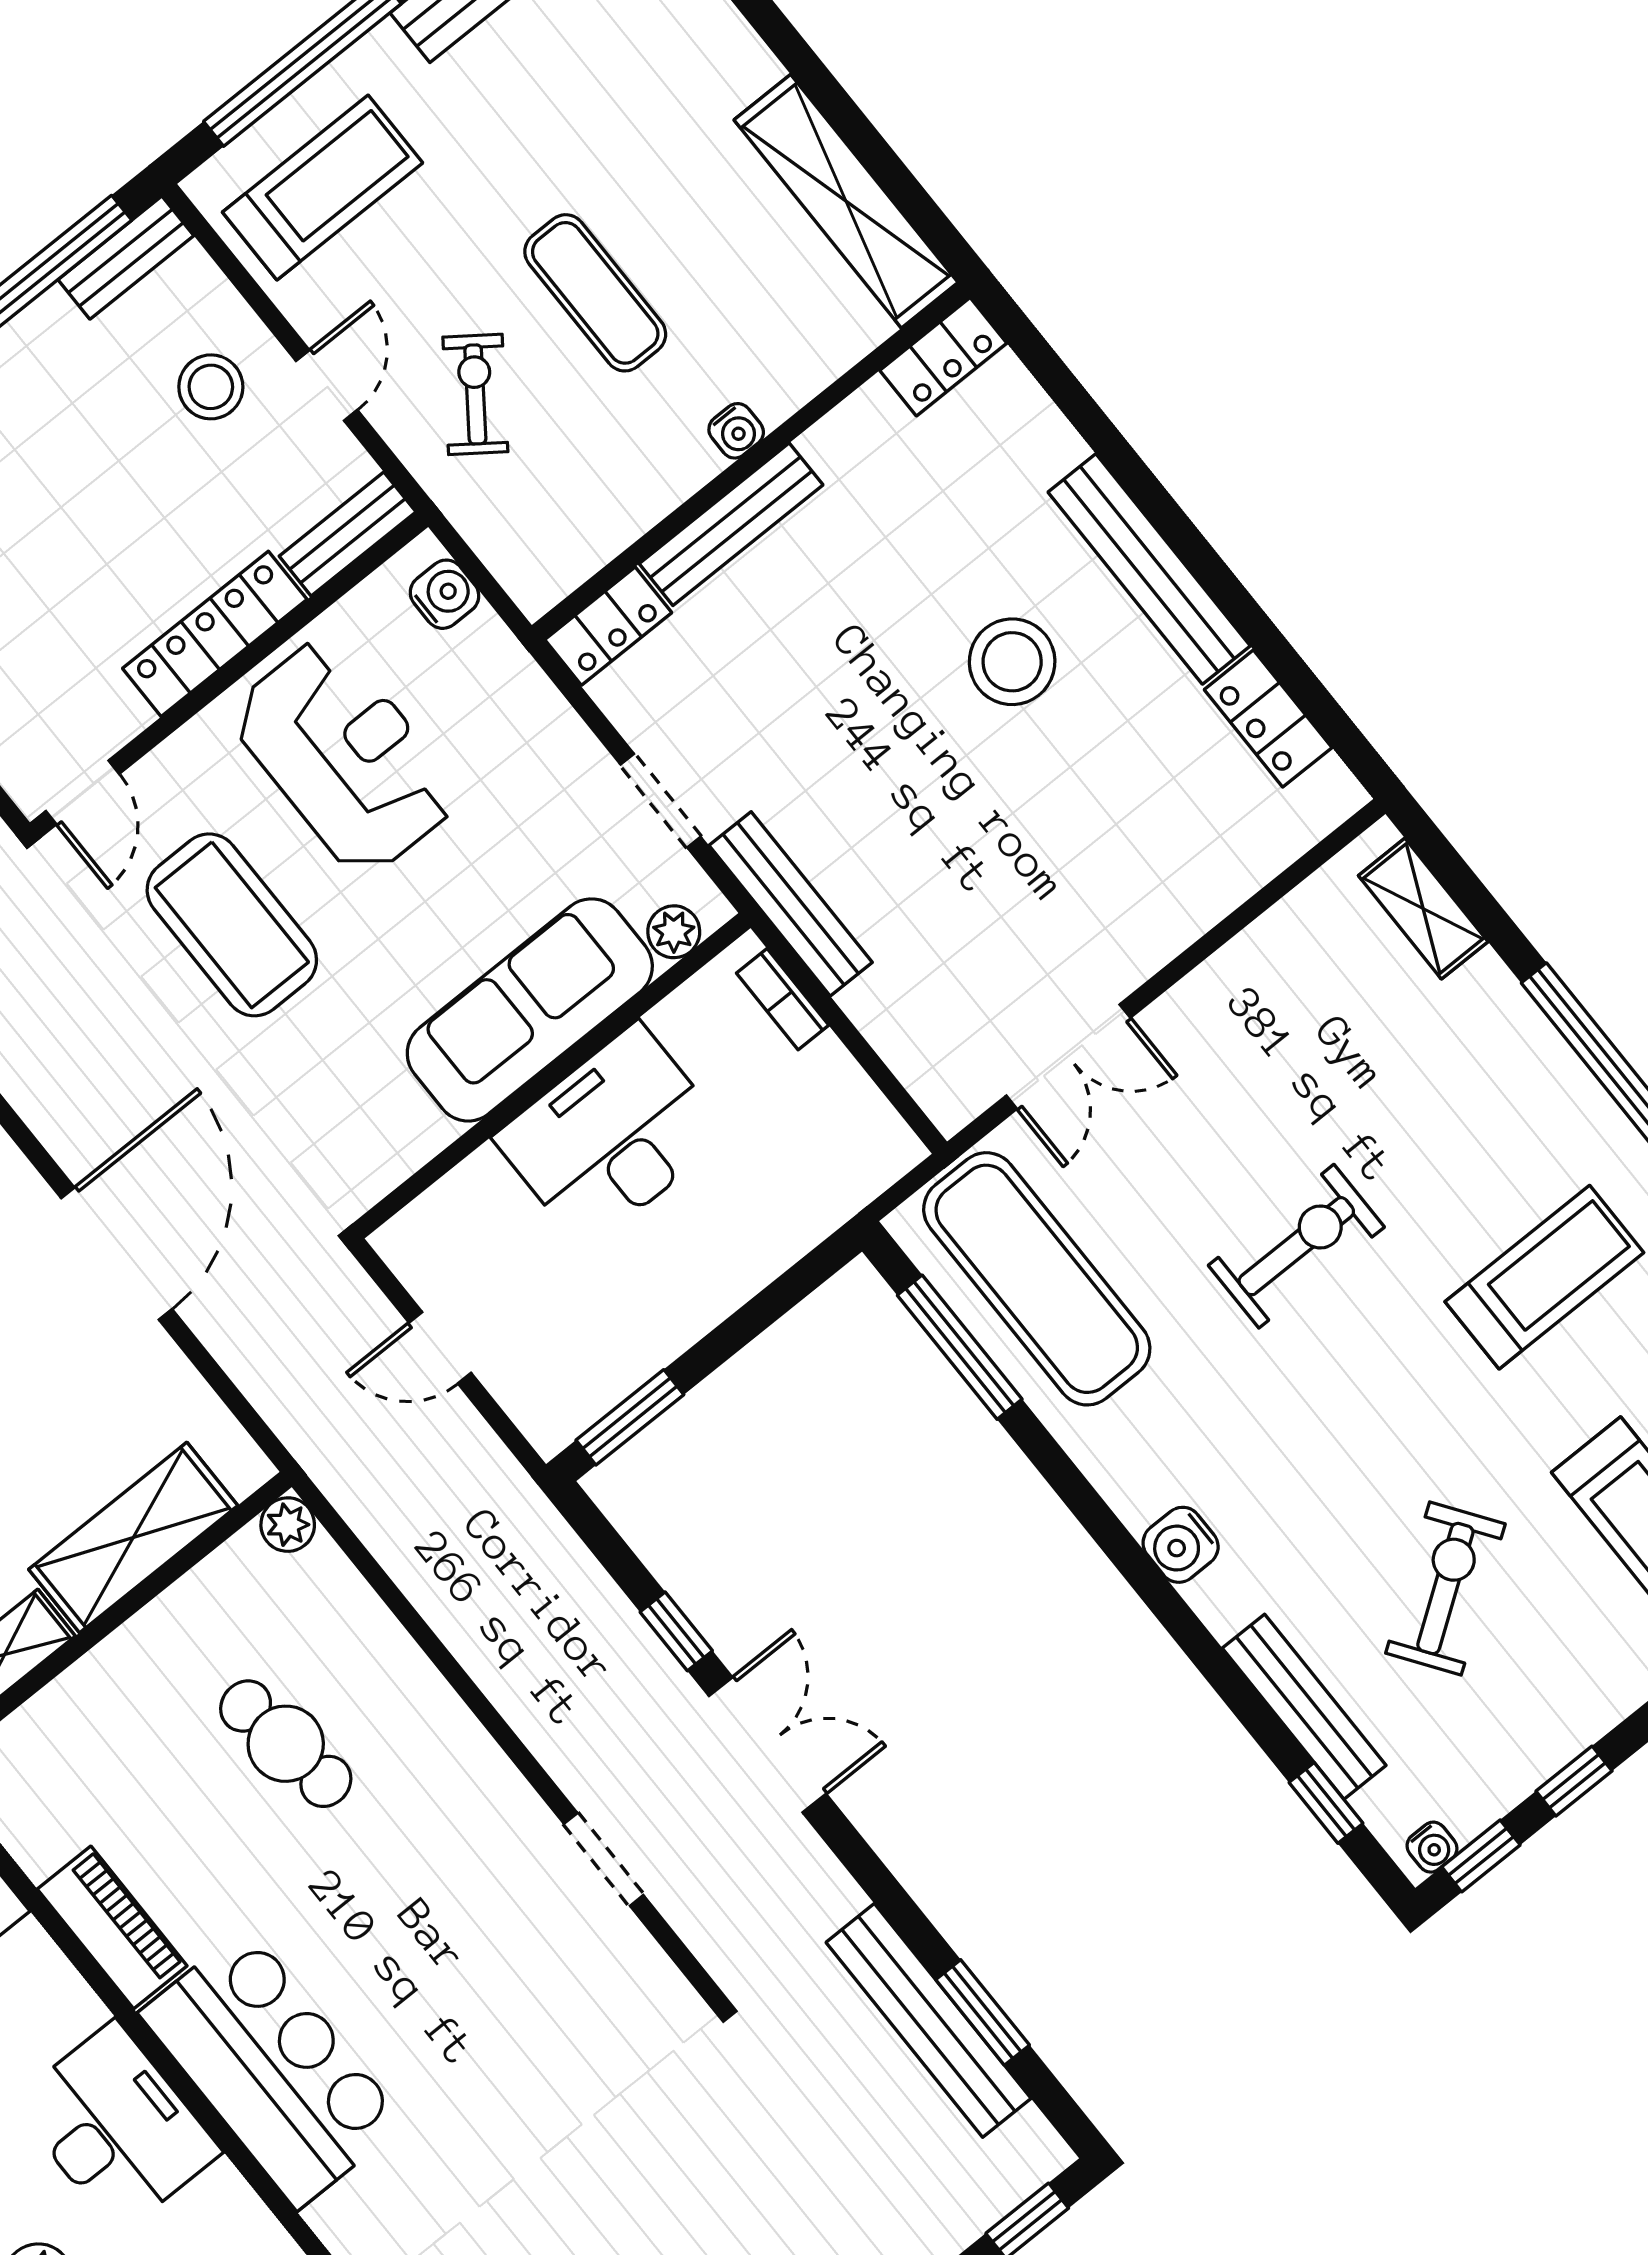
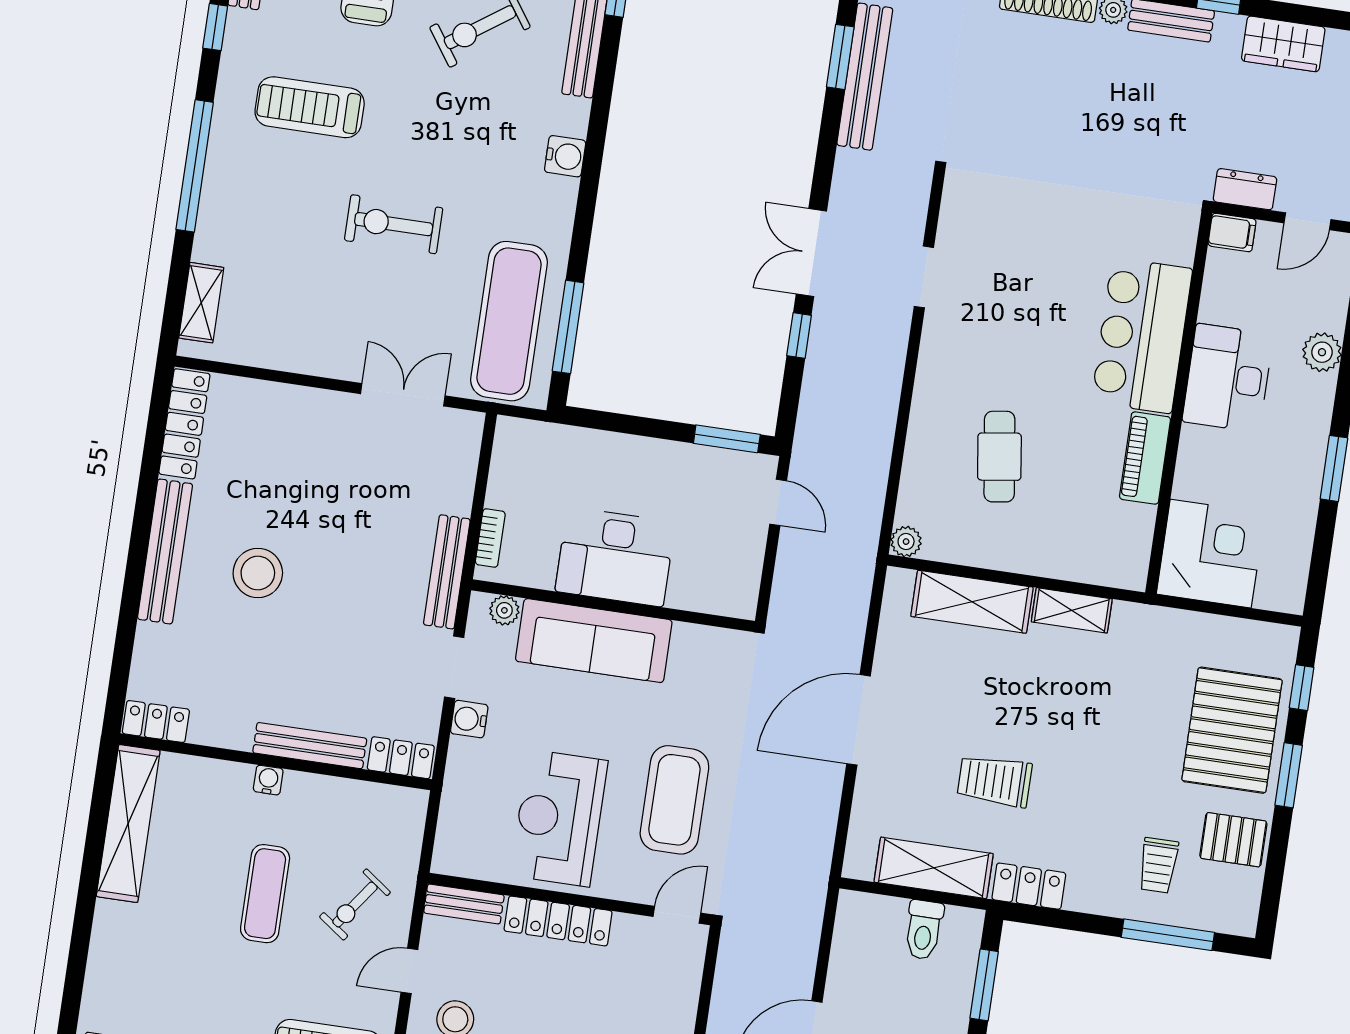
water cooler: (444, 594) -> (469, 719), moved
locker: (1268, 719) -> (184, 424), width x1.53
door: (440, 1348) -> (778, 502), moved

